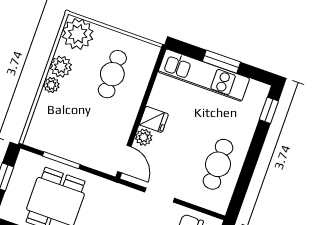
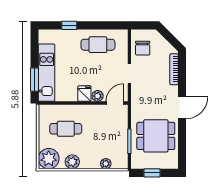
window: (221, 62) -> (35, 80), moved
plant: (51, 85) -> (106, 164), moved
window: (269, 110) -> (69, 25), moved

